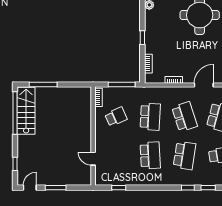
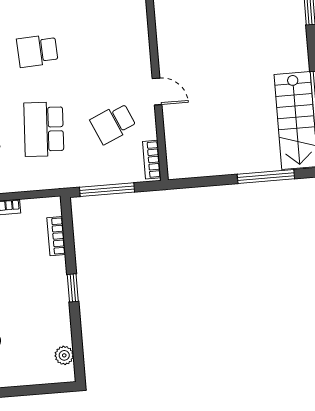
school desk: (150, 155) -> (37, 51), width x0.54
door: (93, 159) -> (157, 91), moved

